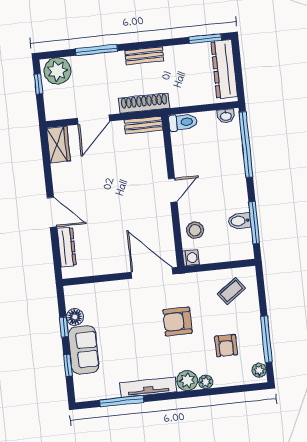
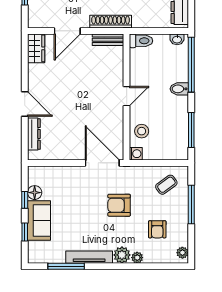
bidet: (240, 221) -> (179, 89), moved
window: (266, 339) -> (191, 205), moved

